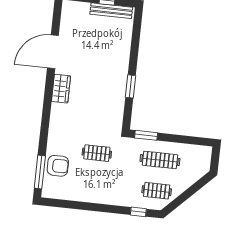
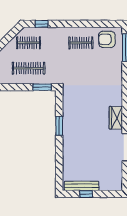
clothes rail: (97, 153) -> (81, 43), moved
armchair: (58, 166) -> (107, 39), moved

